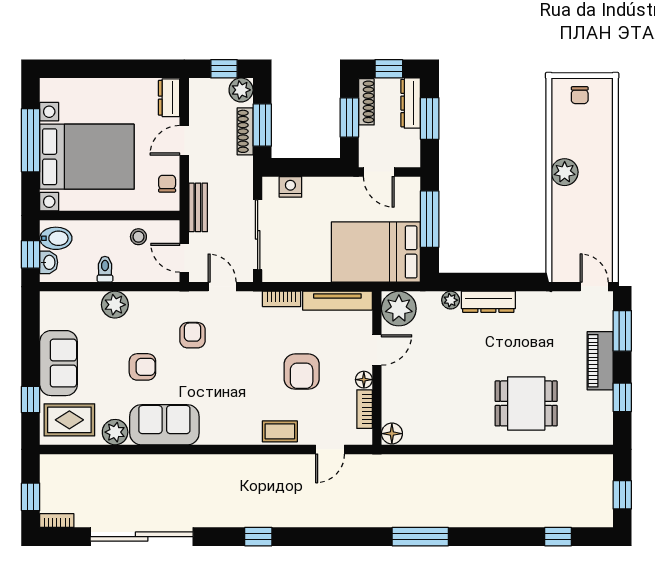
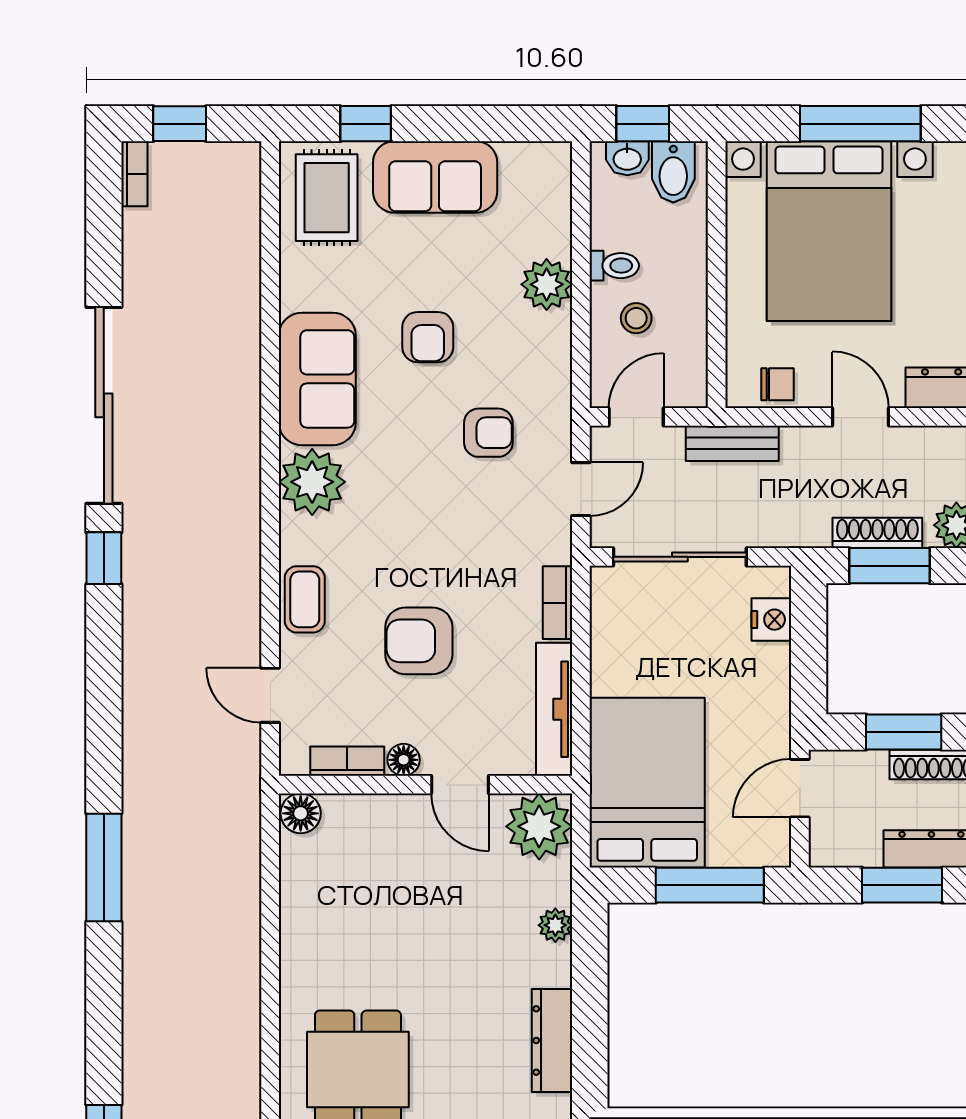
stool: (138, 237) -> (636, 318), moved
dresser: (488, 302) -> (552, 1040), moved
plant: (115, 432) -> (312, 482), moved, width x1.36, depth x1.36
sliding door: (142, 537) -> (104, 405), moved

